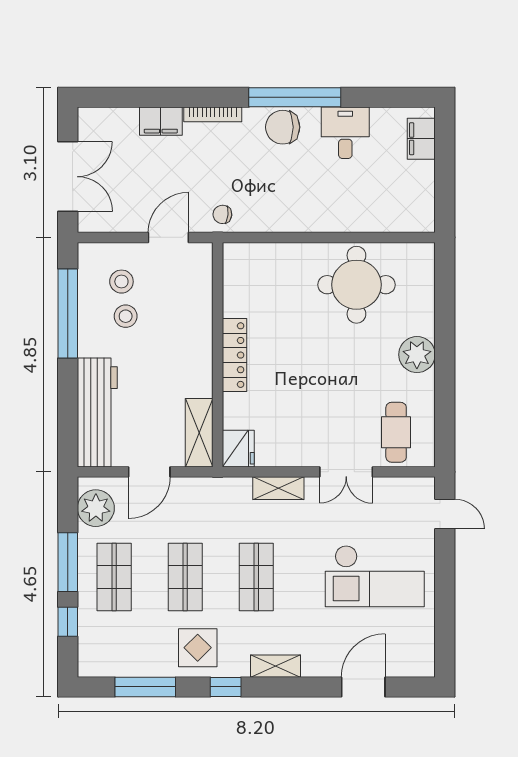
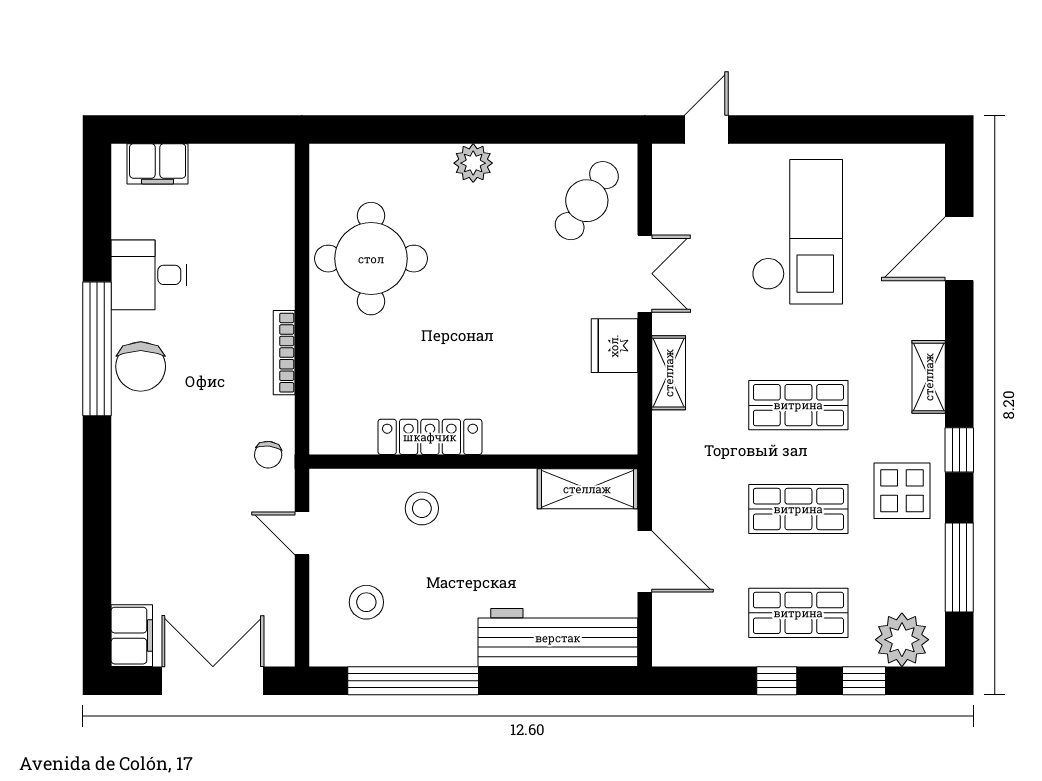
bookcase: (213, 114) -> (284, 353), moved, turned 180
filing cabinet: (161, 121) -> (132, 636), moved
door: (168, 237) -> (302, 533), width x0.73
stool: (126, 316) -> (422, 508), moved
locker: (235, 355) -> (430, 437), moved
plant: (417, 355) -> (473, 163), width x0.73, depth x0.73
cafe table: (396, 432) -> (587, 201), turned -56
fridge: (238, 449) -> (614, 346), moved, turned -90
plant: (96, 508) -> (902, 640), moved
window: (68, 562) -> (777, 681), width x0.46
door: (363, 687) -> (959, 249), hinge flipped

